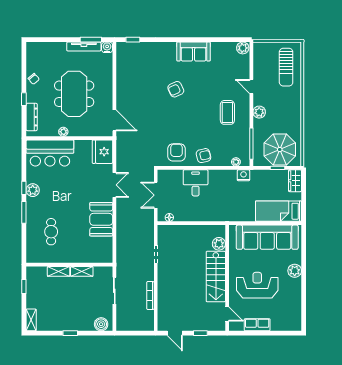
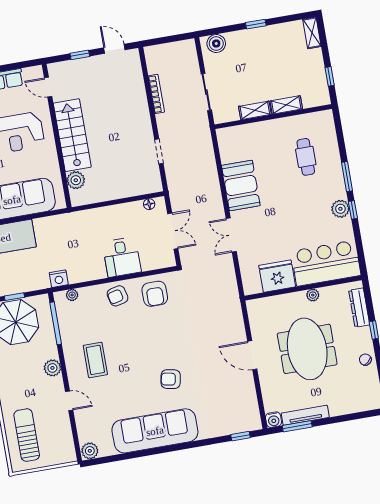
sofa: (194, 52) -> (155, 431), width x1.85, depth x1.27
armchair: (176, 89) -> (171, 379), turned -144
door: (114, 120) -> (252, 355), moved
fridge: (103, 152) -> (277, 276), moved, turned -90

